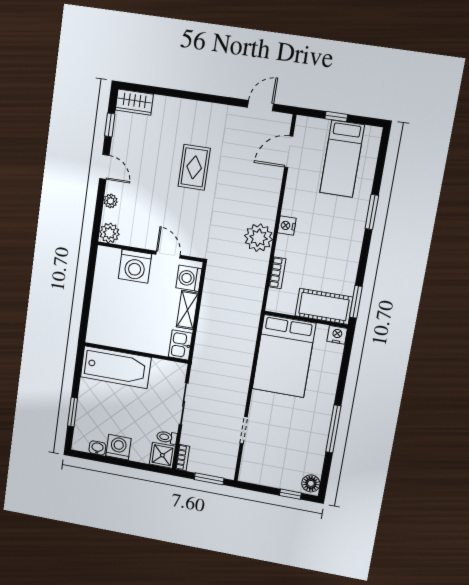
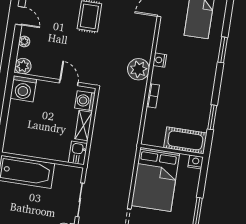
washing machine: (135, 266) -> (23, 89), moved
cot: (324, 306) -> (185, 140), moved
wall: (306, 319) -> (172, 151), moved
nightstand: (337, 335) -> (196, 162), moved
bed: (284, 356) -> (155, 179), moved

